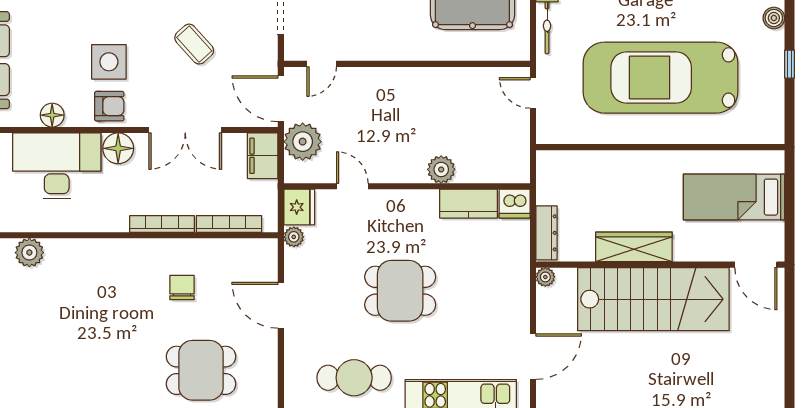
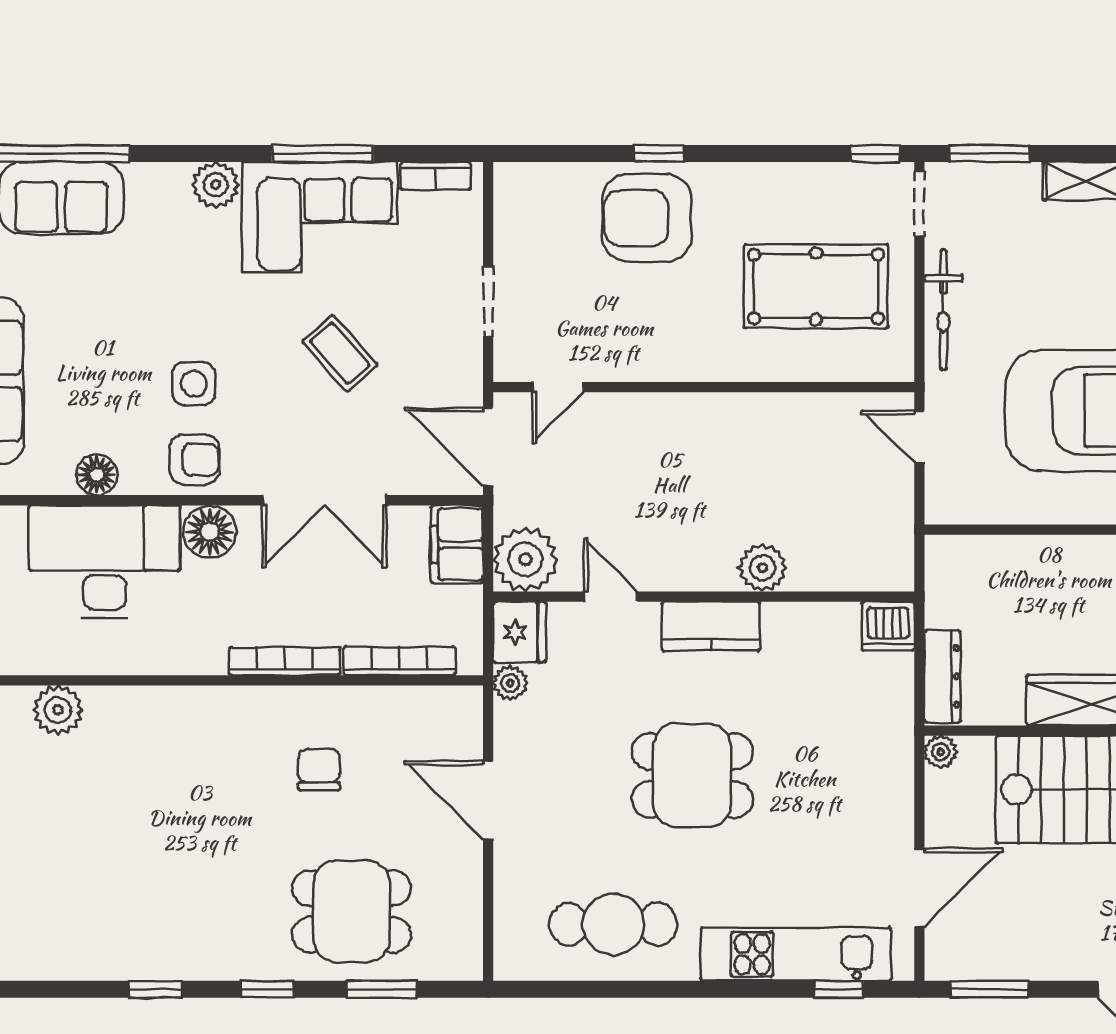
side table: (109, 62) -> (194, 384), width x0.73, depth x0.73
plant: (303, 142) -> (525, 559), moved
kitchen counter: (468, 204) -> (711, 626), moved

